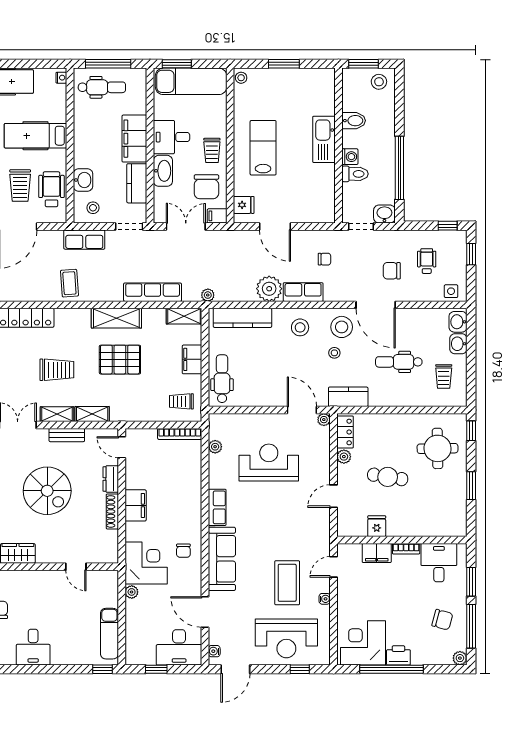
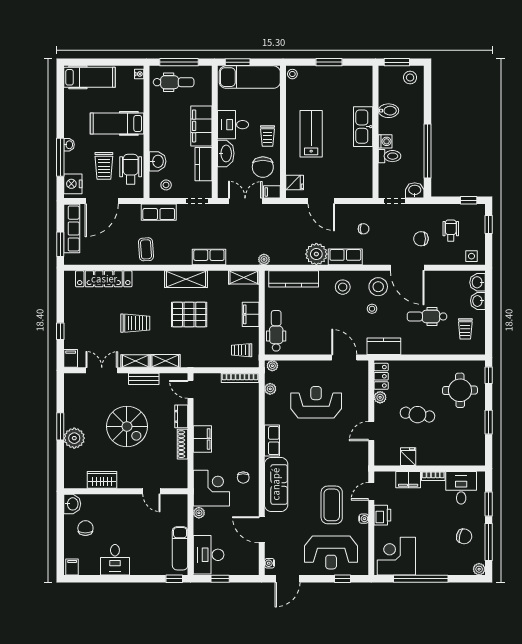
row of seats: (153, 292) -> (209, 257), width x0.68
plant: (324, 420) -> (272, 366), moved
desk: (179, 647) -> (209, 555), moved, turned 90
printer: (398, 655) -> (382, 515), moved, turned 90

